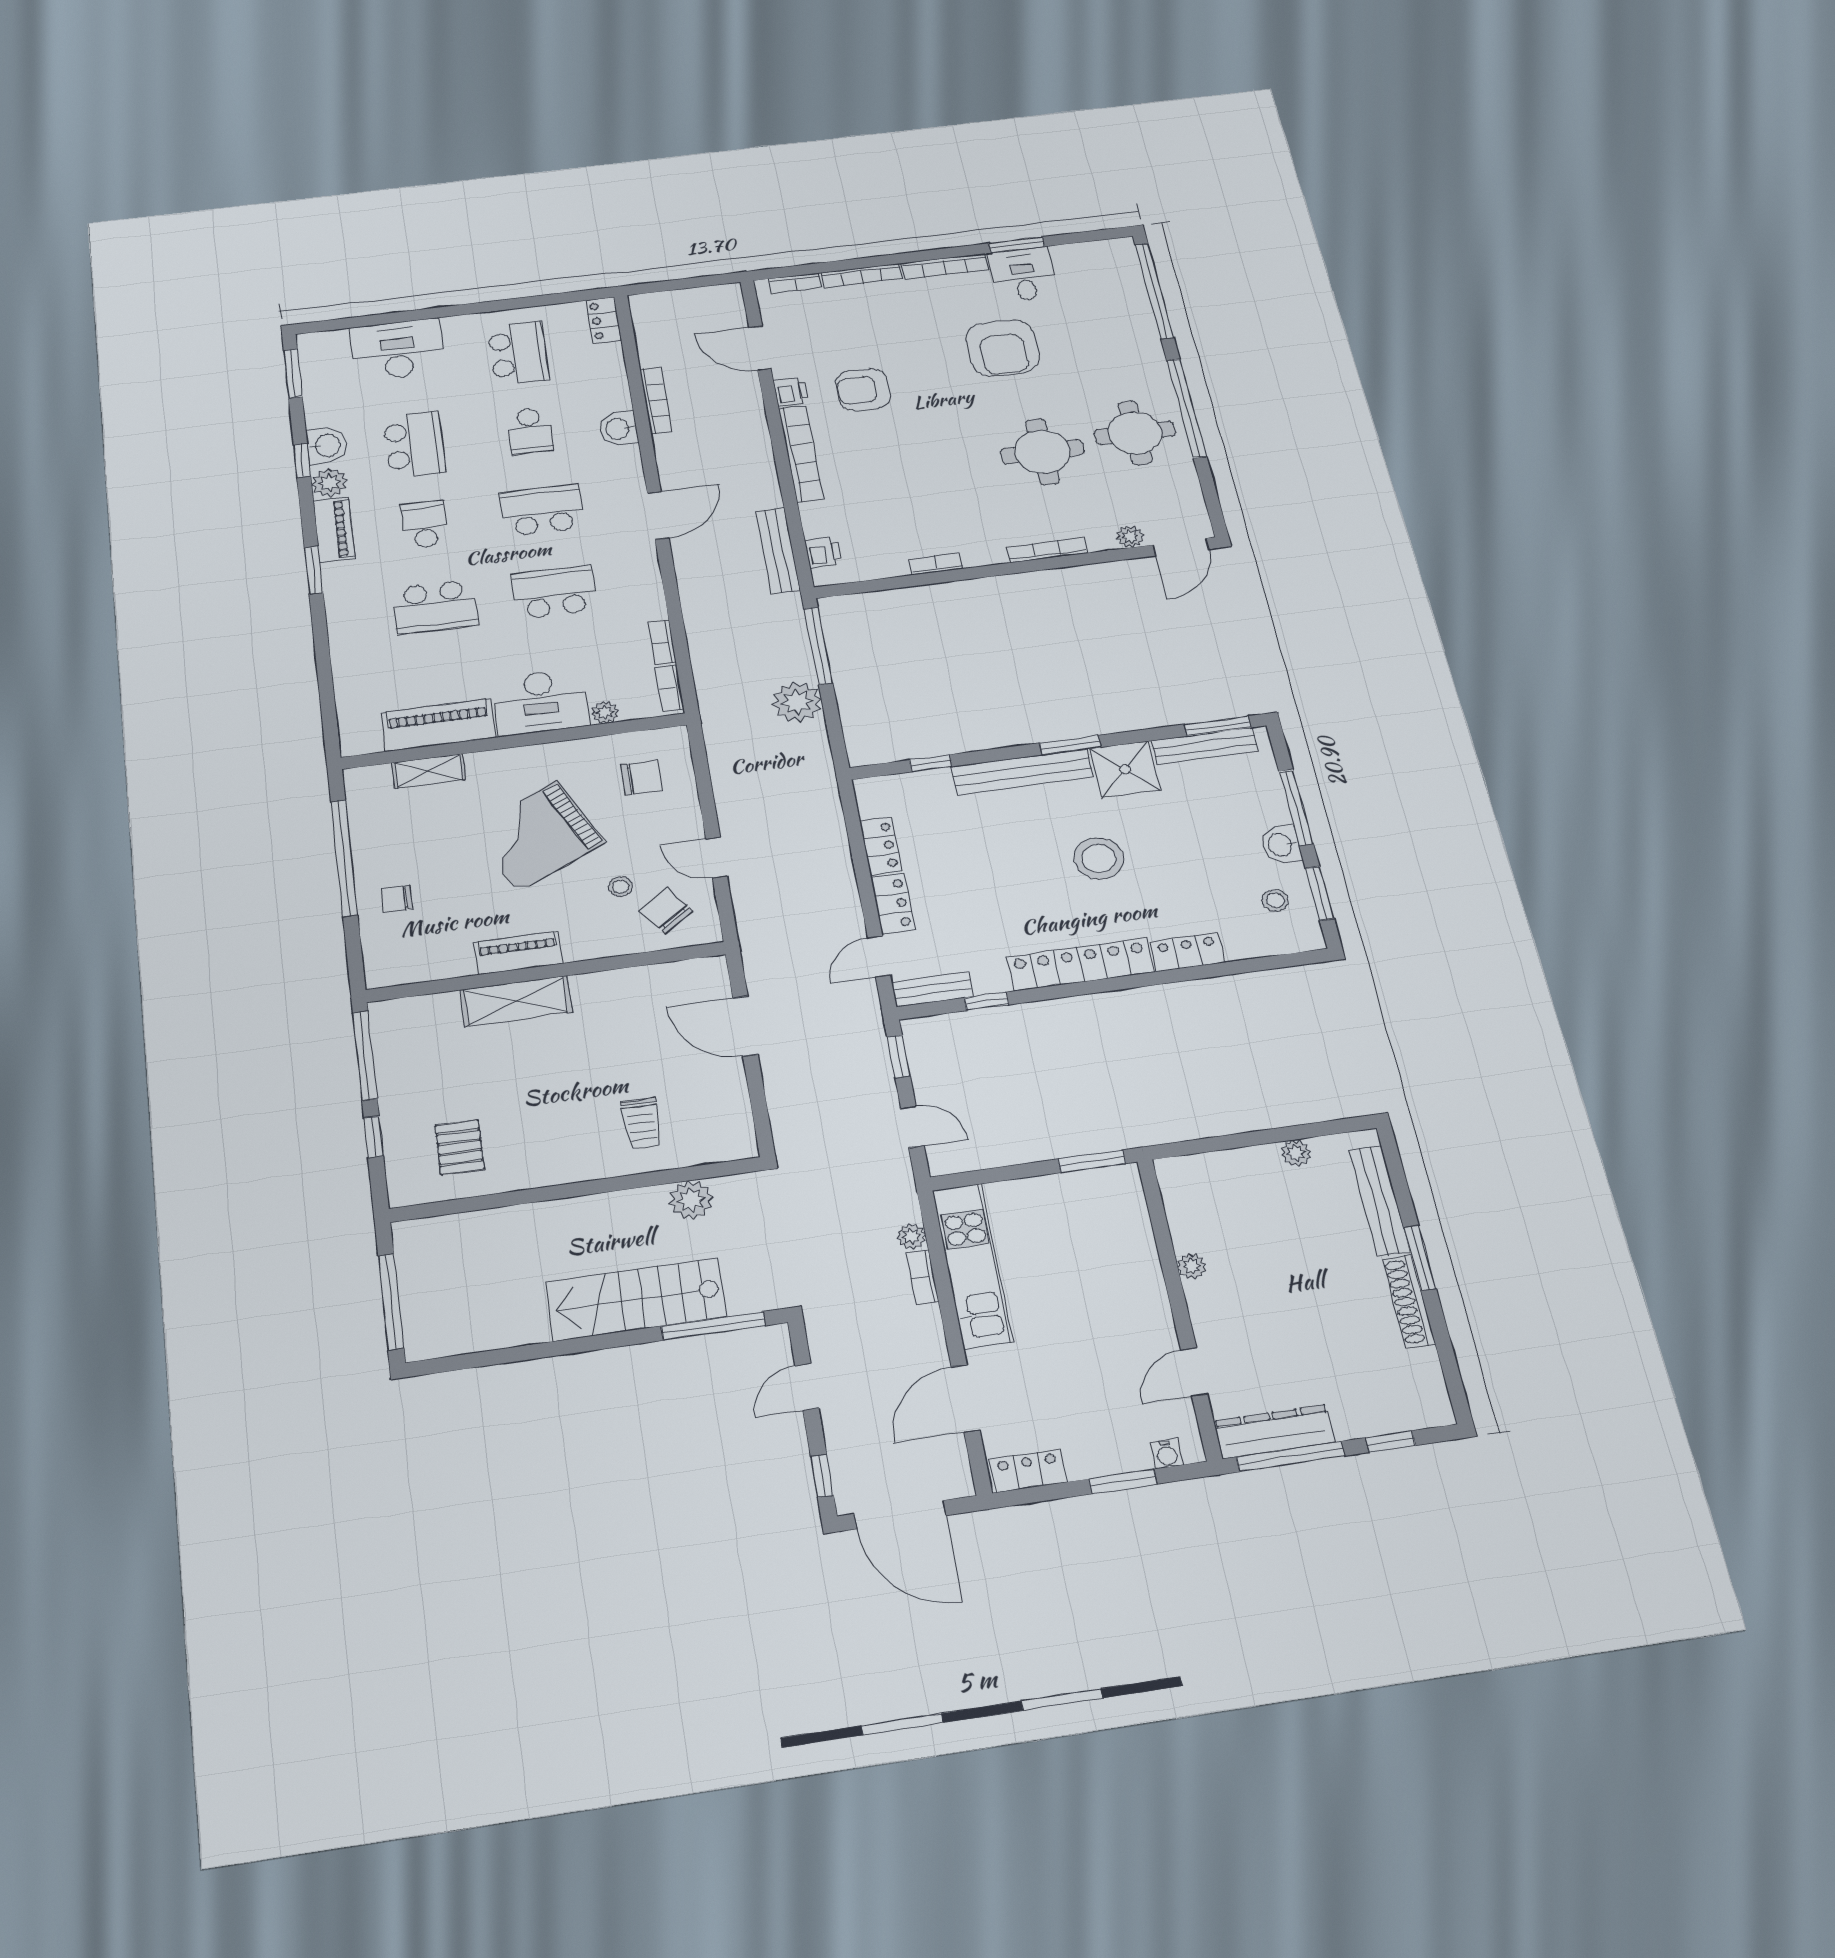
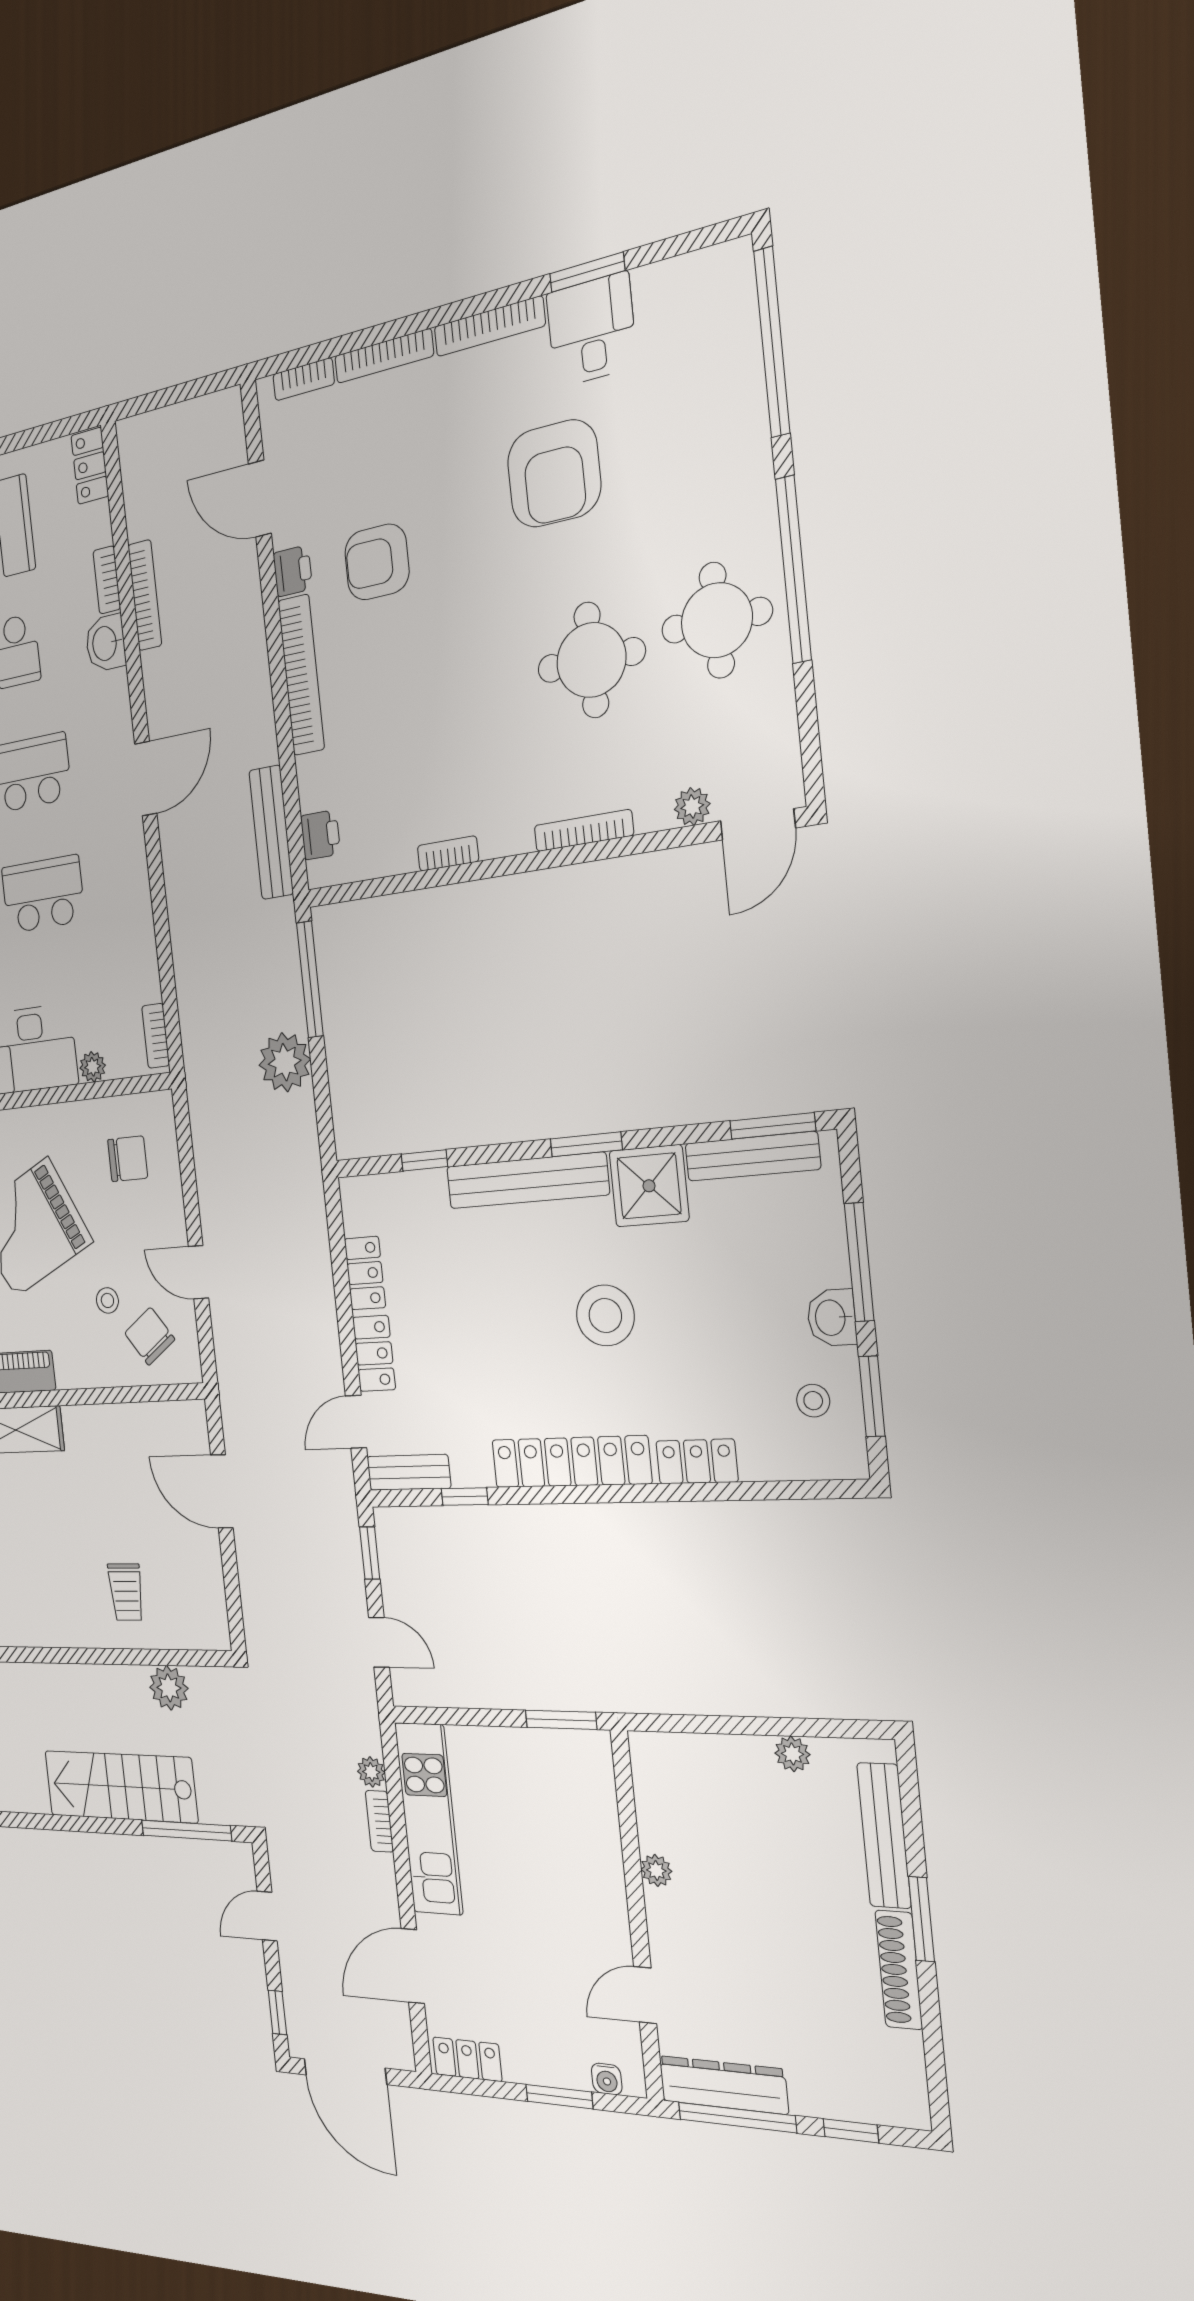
bookcase: (662, 642) -> (107, 580), moved

